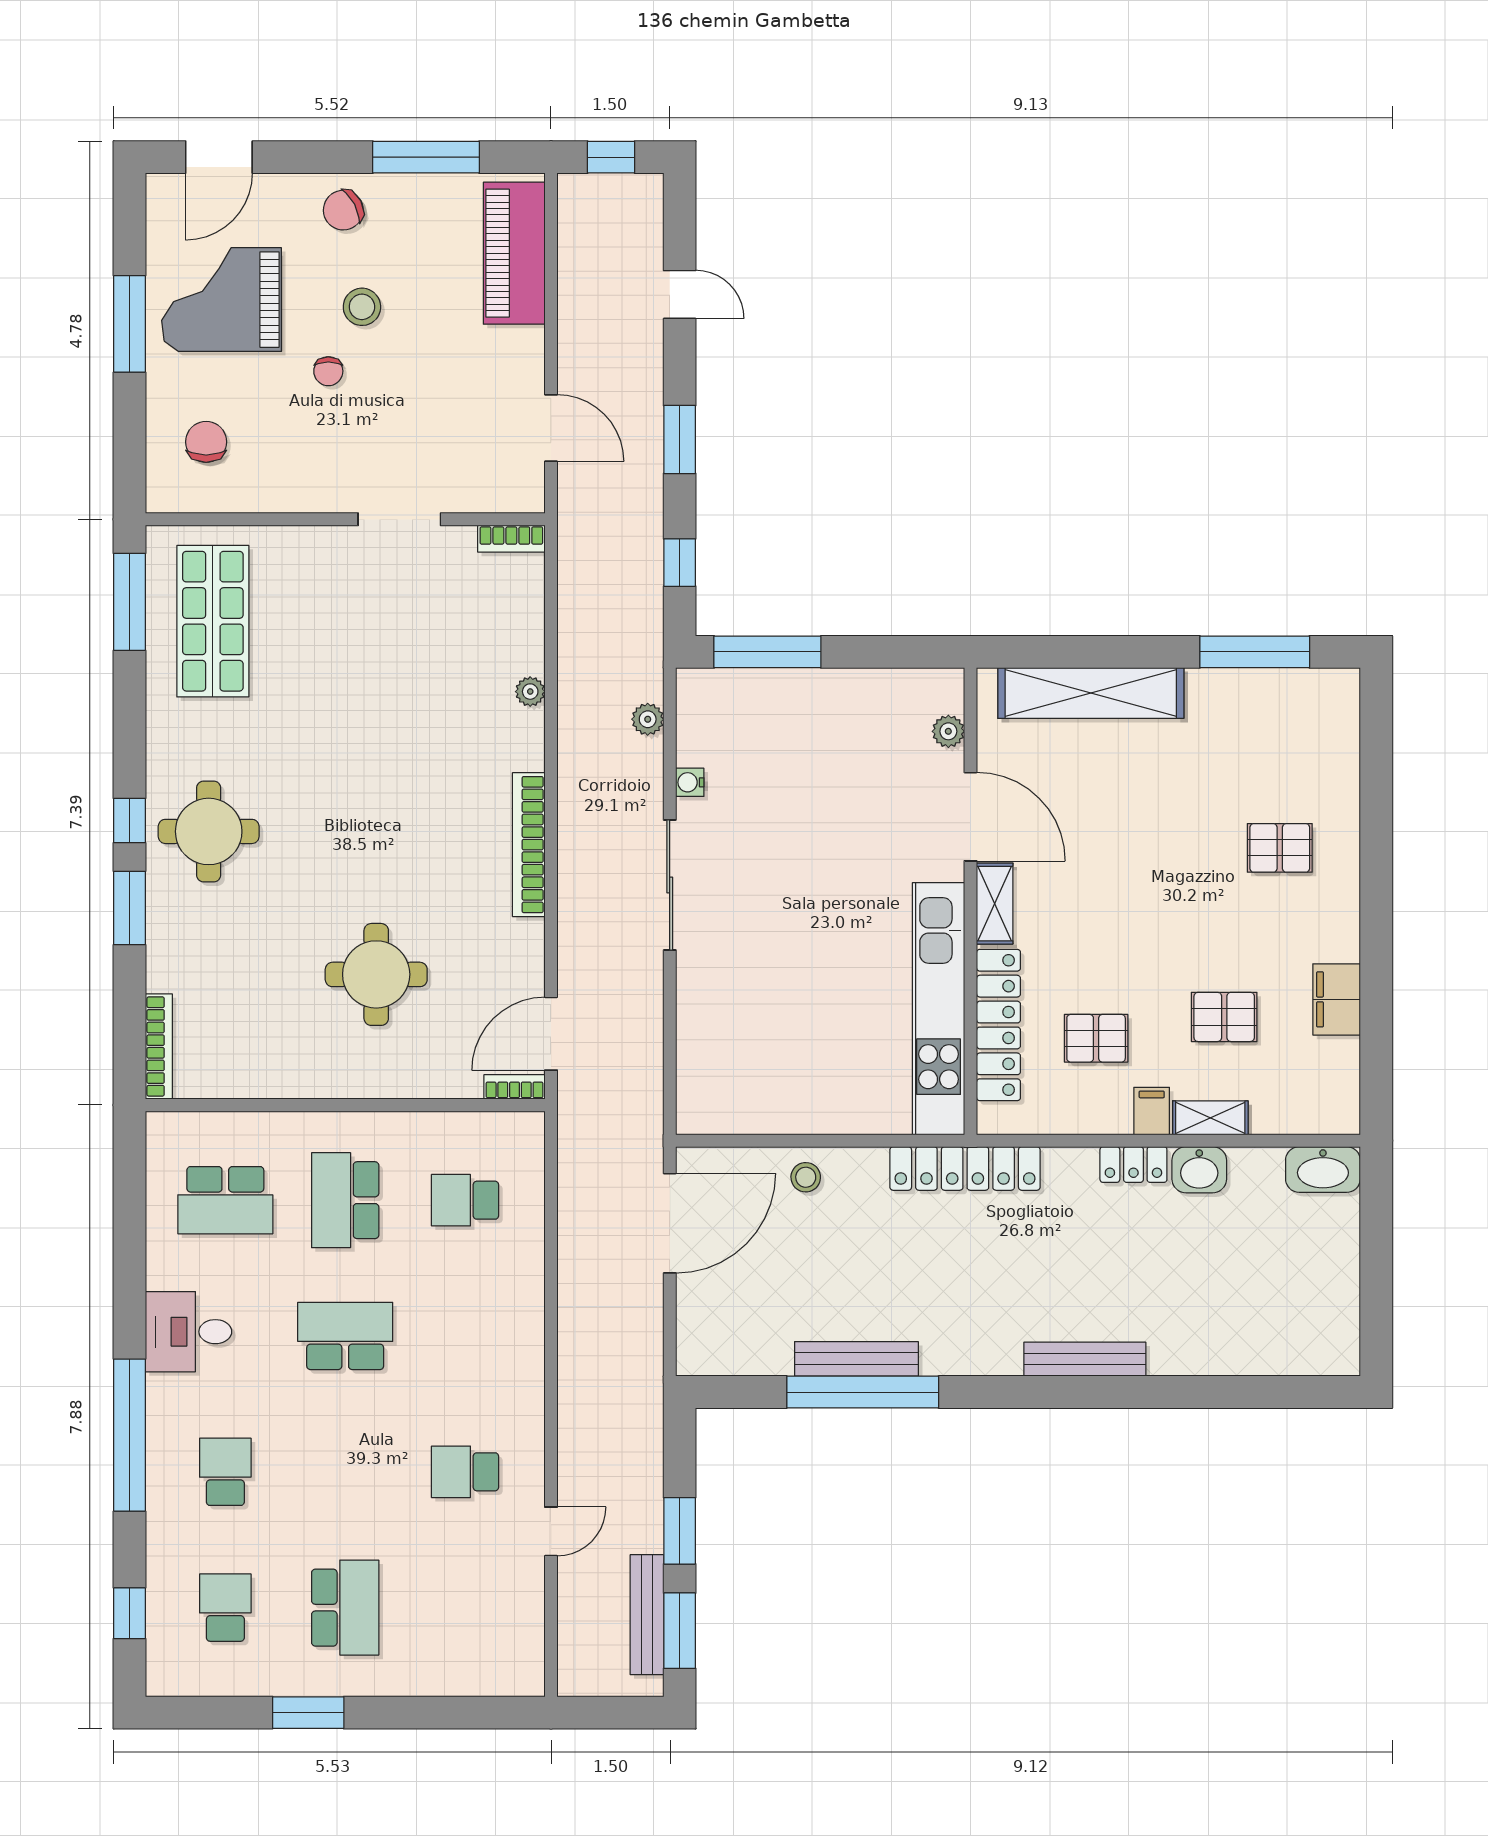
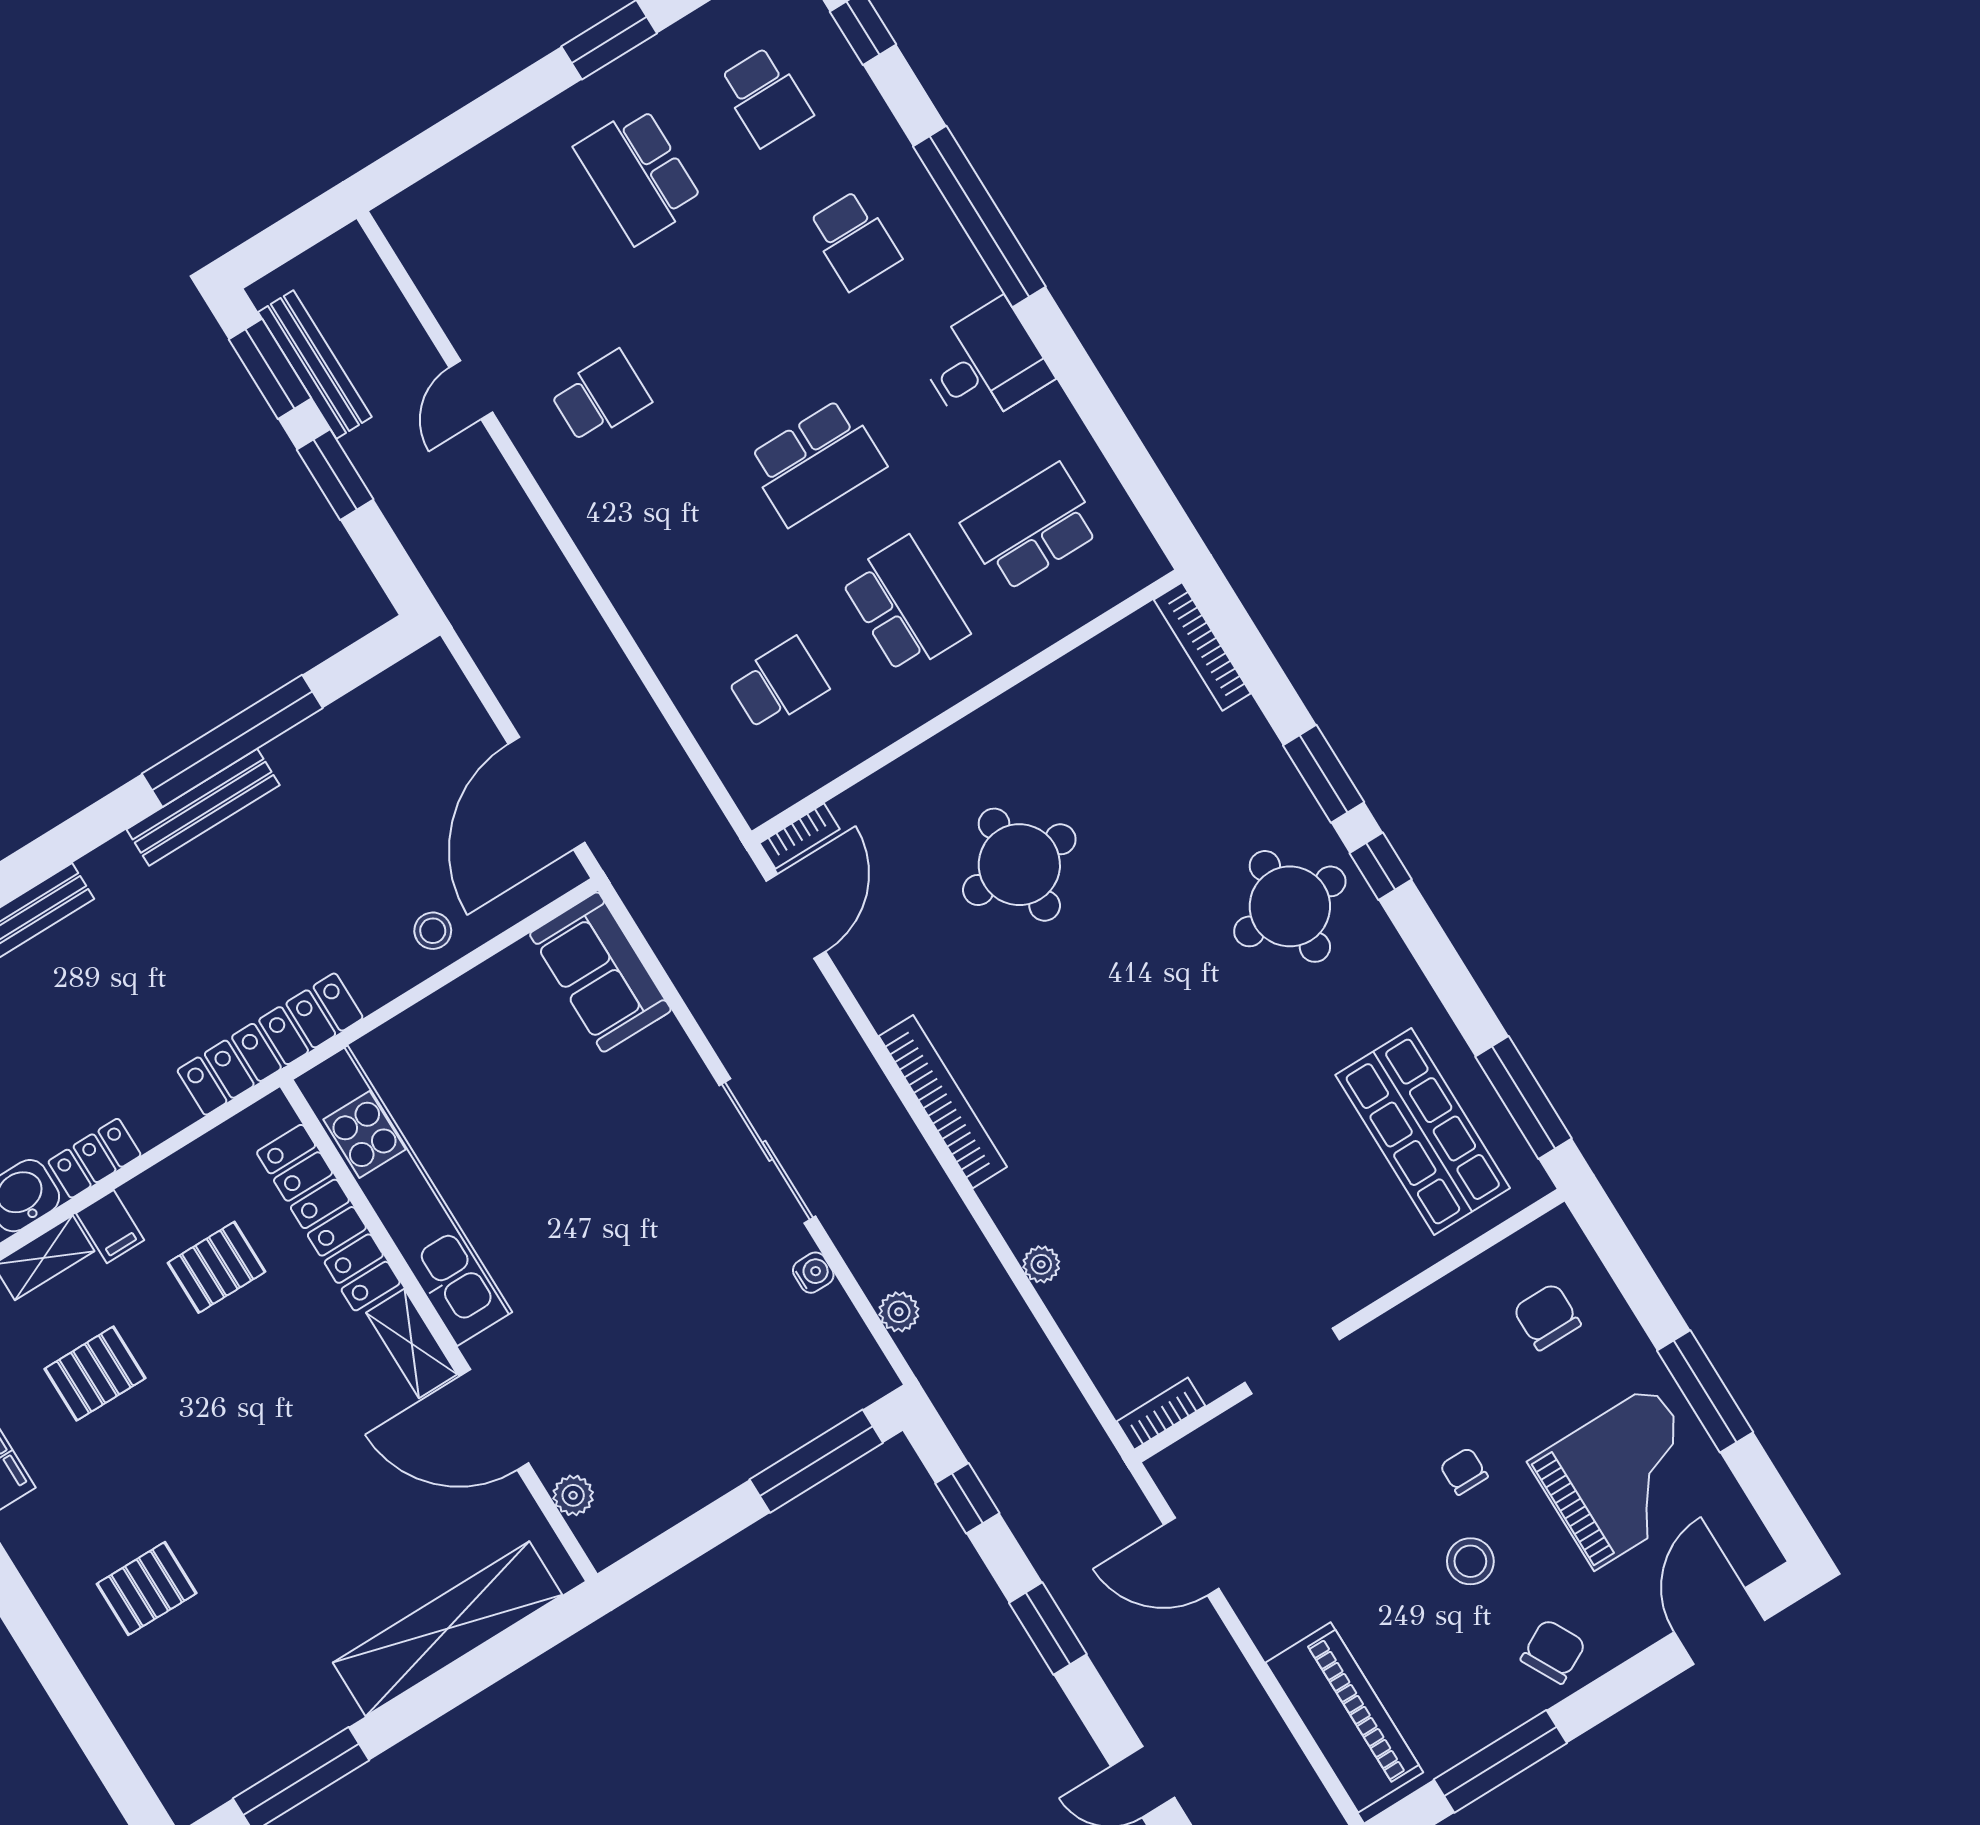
chair: (206, 442) -> (1547, 1317), turned 180
sofa: (708, 1078) -> (600, 972), added
bench: (856, 1359) -> (203, 807), moved

